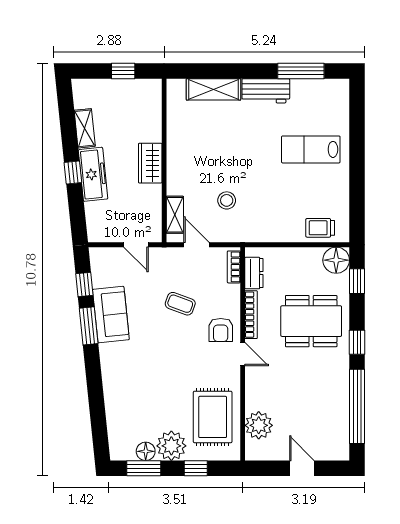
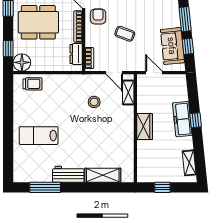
shelving: (85, 128) -> (189, 163), moved
lab bench: (311, 149) -> (39, 136), turned 180
sofa: (111, 315) -> (172, 46), moved

